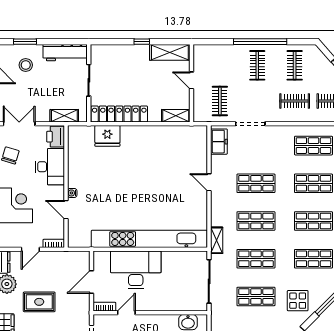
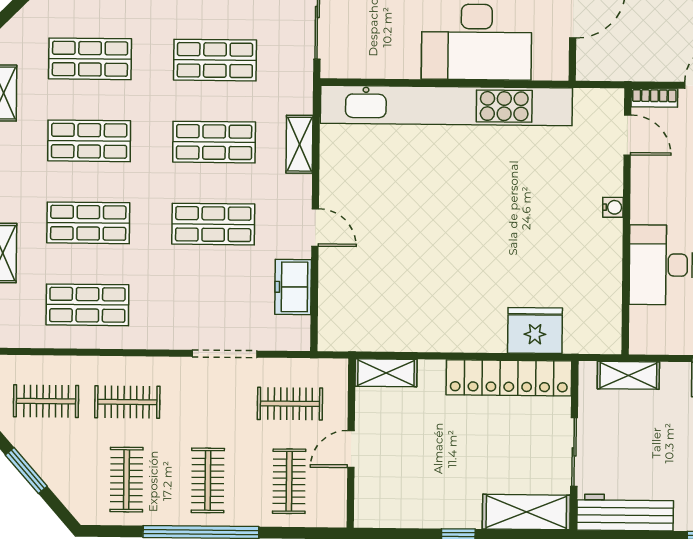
shelving: (170, 52) -> (526, 512), moved
clothes rail: (220, 65) -> (289, 481), added
door: (192, 80) -> (351, 449), swing flipped
clothes rail: (220, 101) -> (290, 404), turned 90
printer: (56, 137) -> (648, 330), removed
freezer: (219, 142) -> (293, 287), moved
door: (66, 210) -> (627, 135), moved
shelving: (217, 240) -> (299, 144), moved

